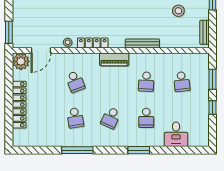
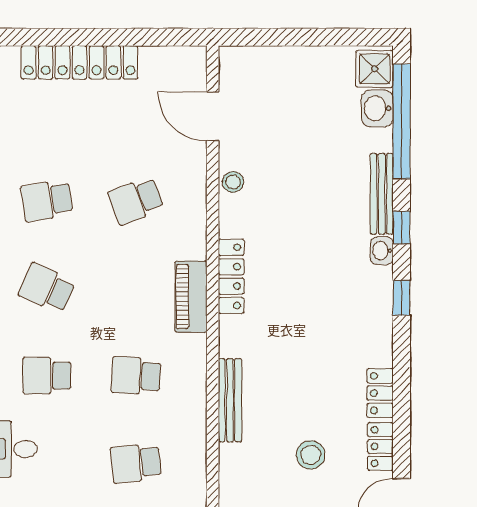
window: (9, 32) -> (258, 37), removed
locker: (93, 43) -> (231, 276), moved
bench: (142, 44) -> (230, 400), moved
plant: (21, 61) -> (186, 67), removed

